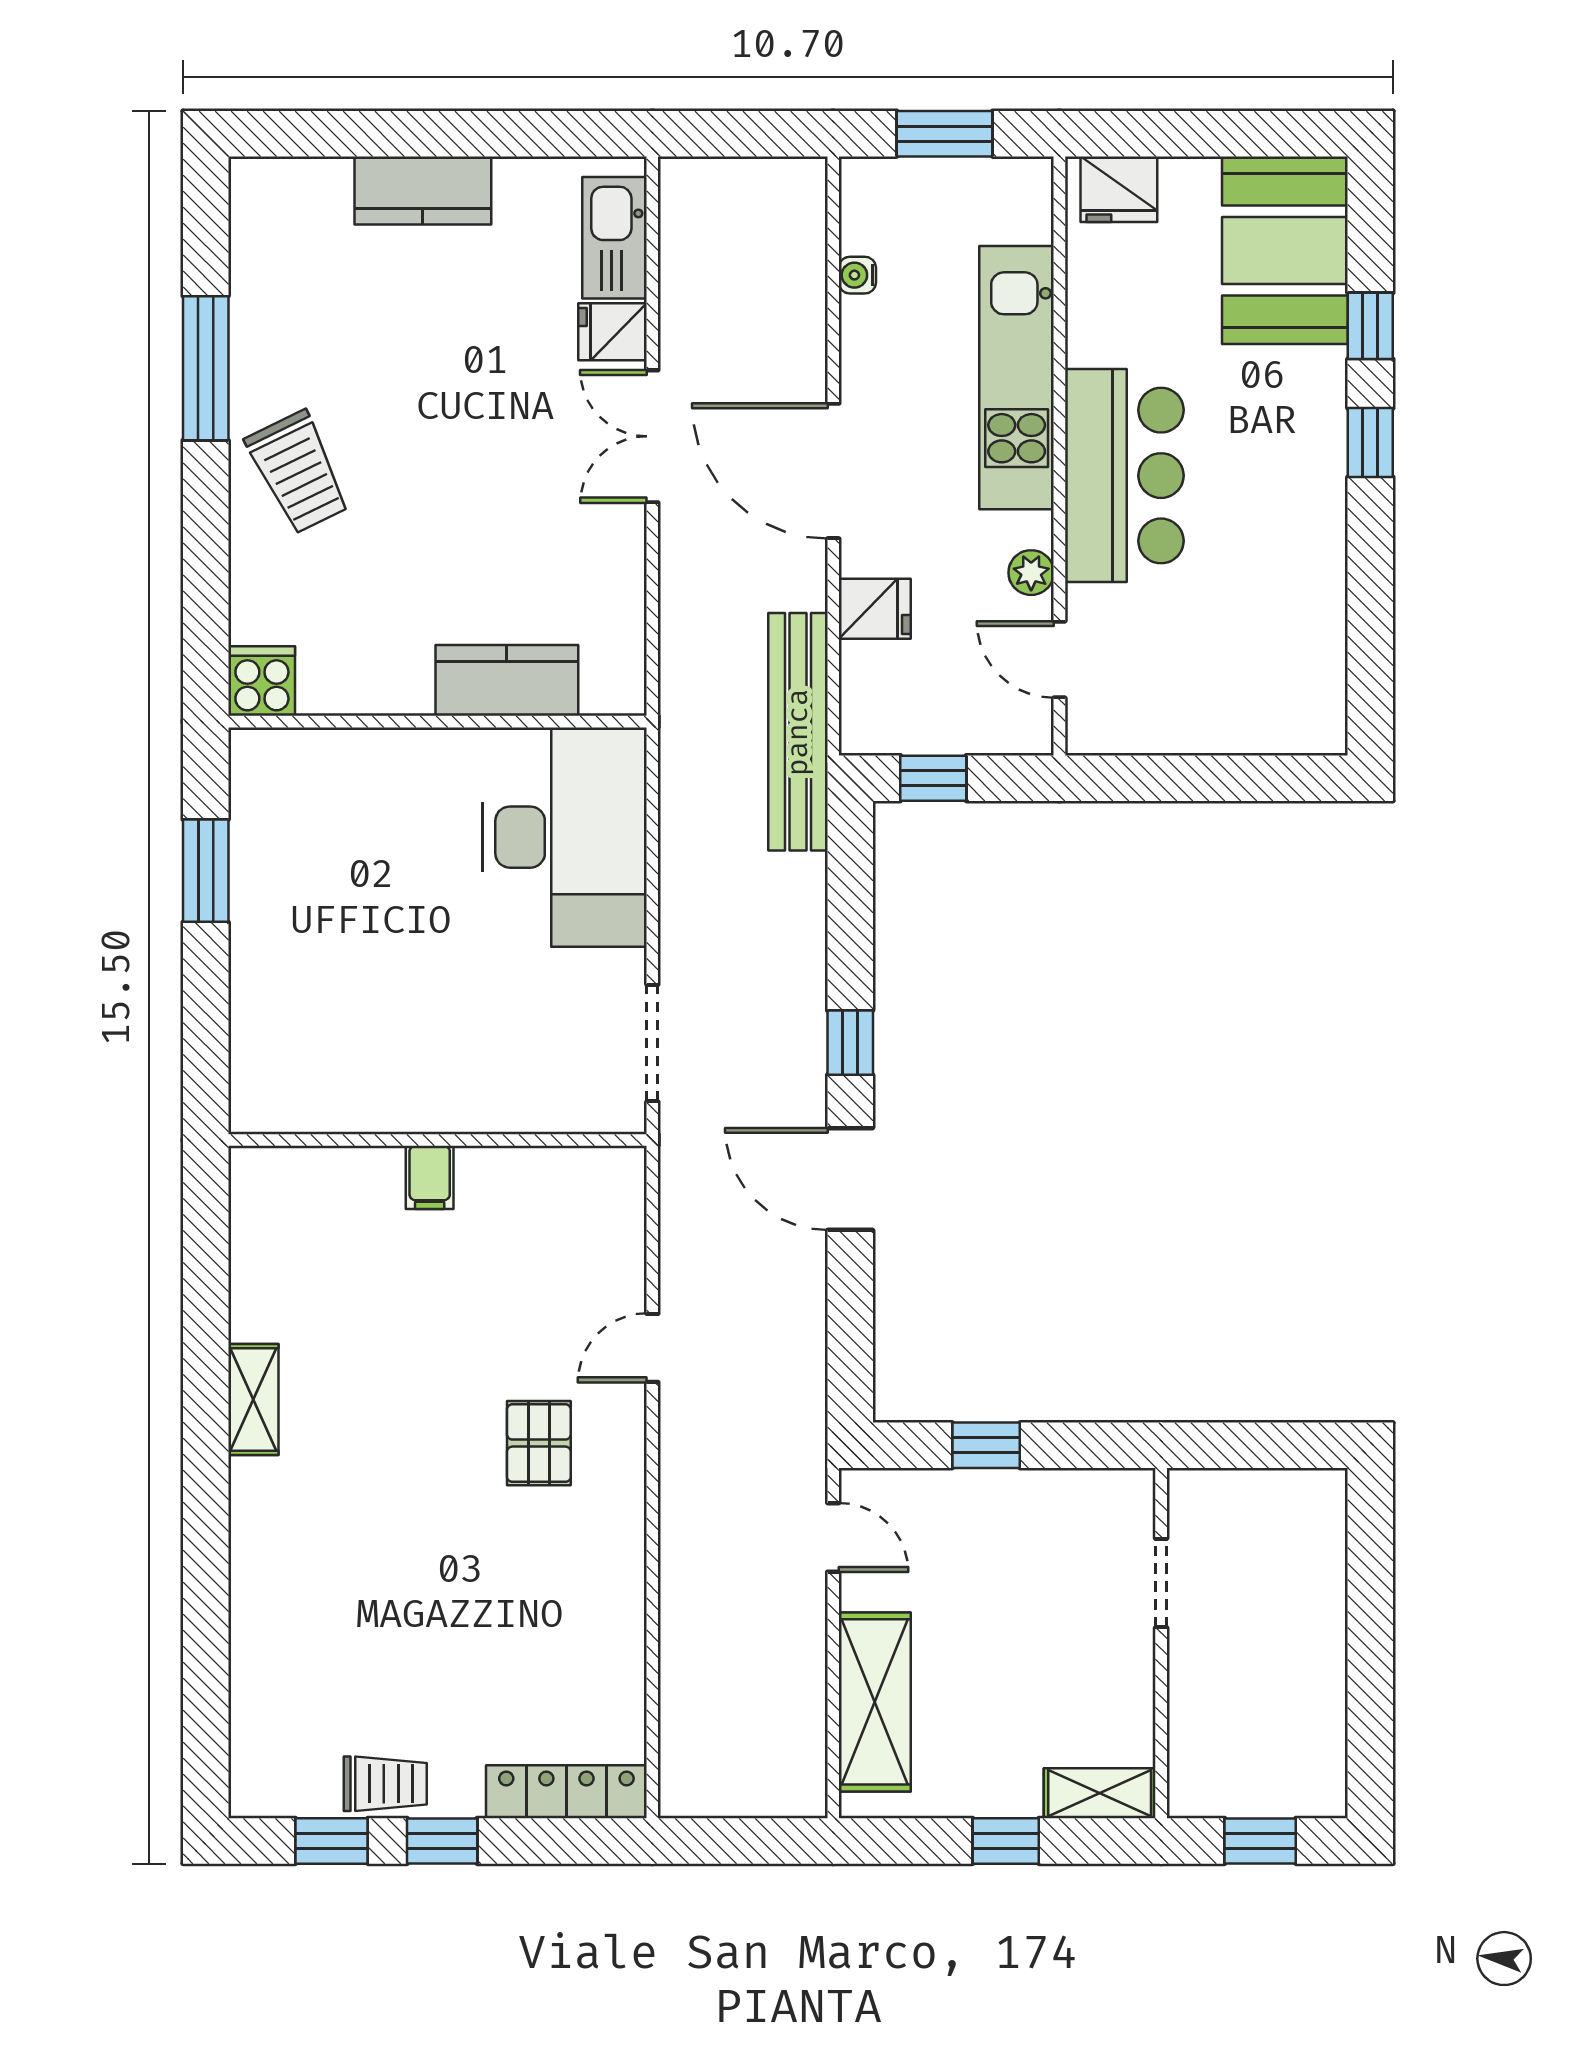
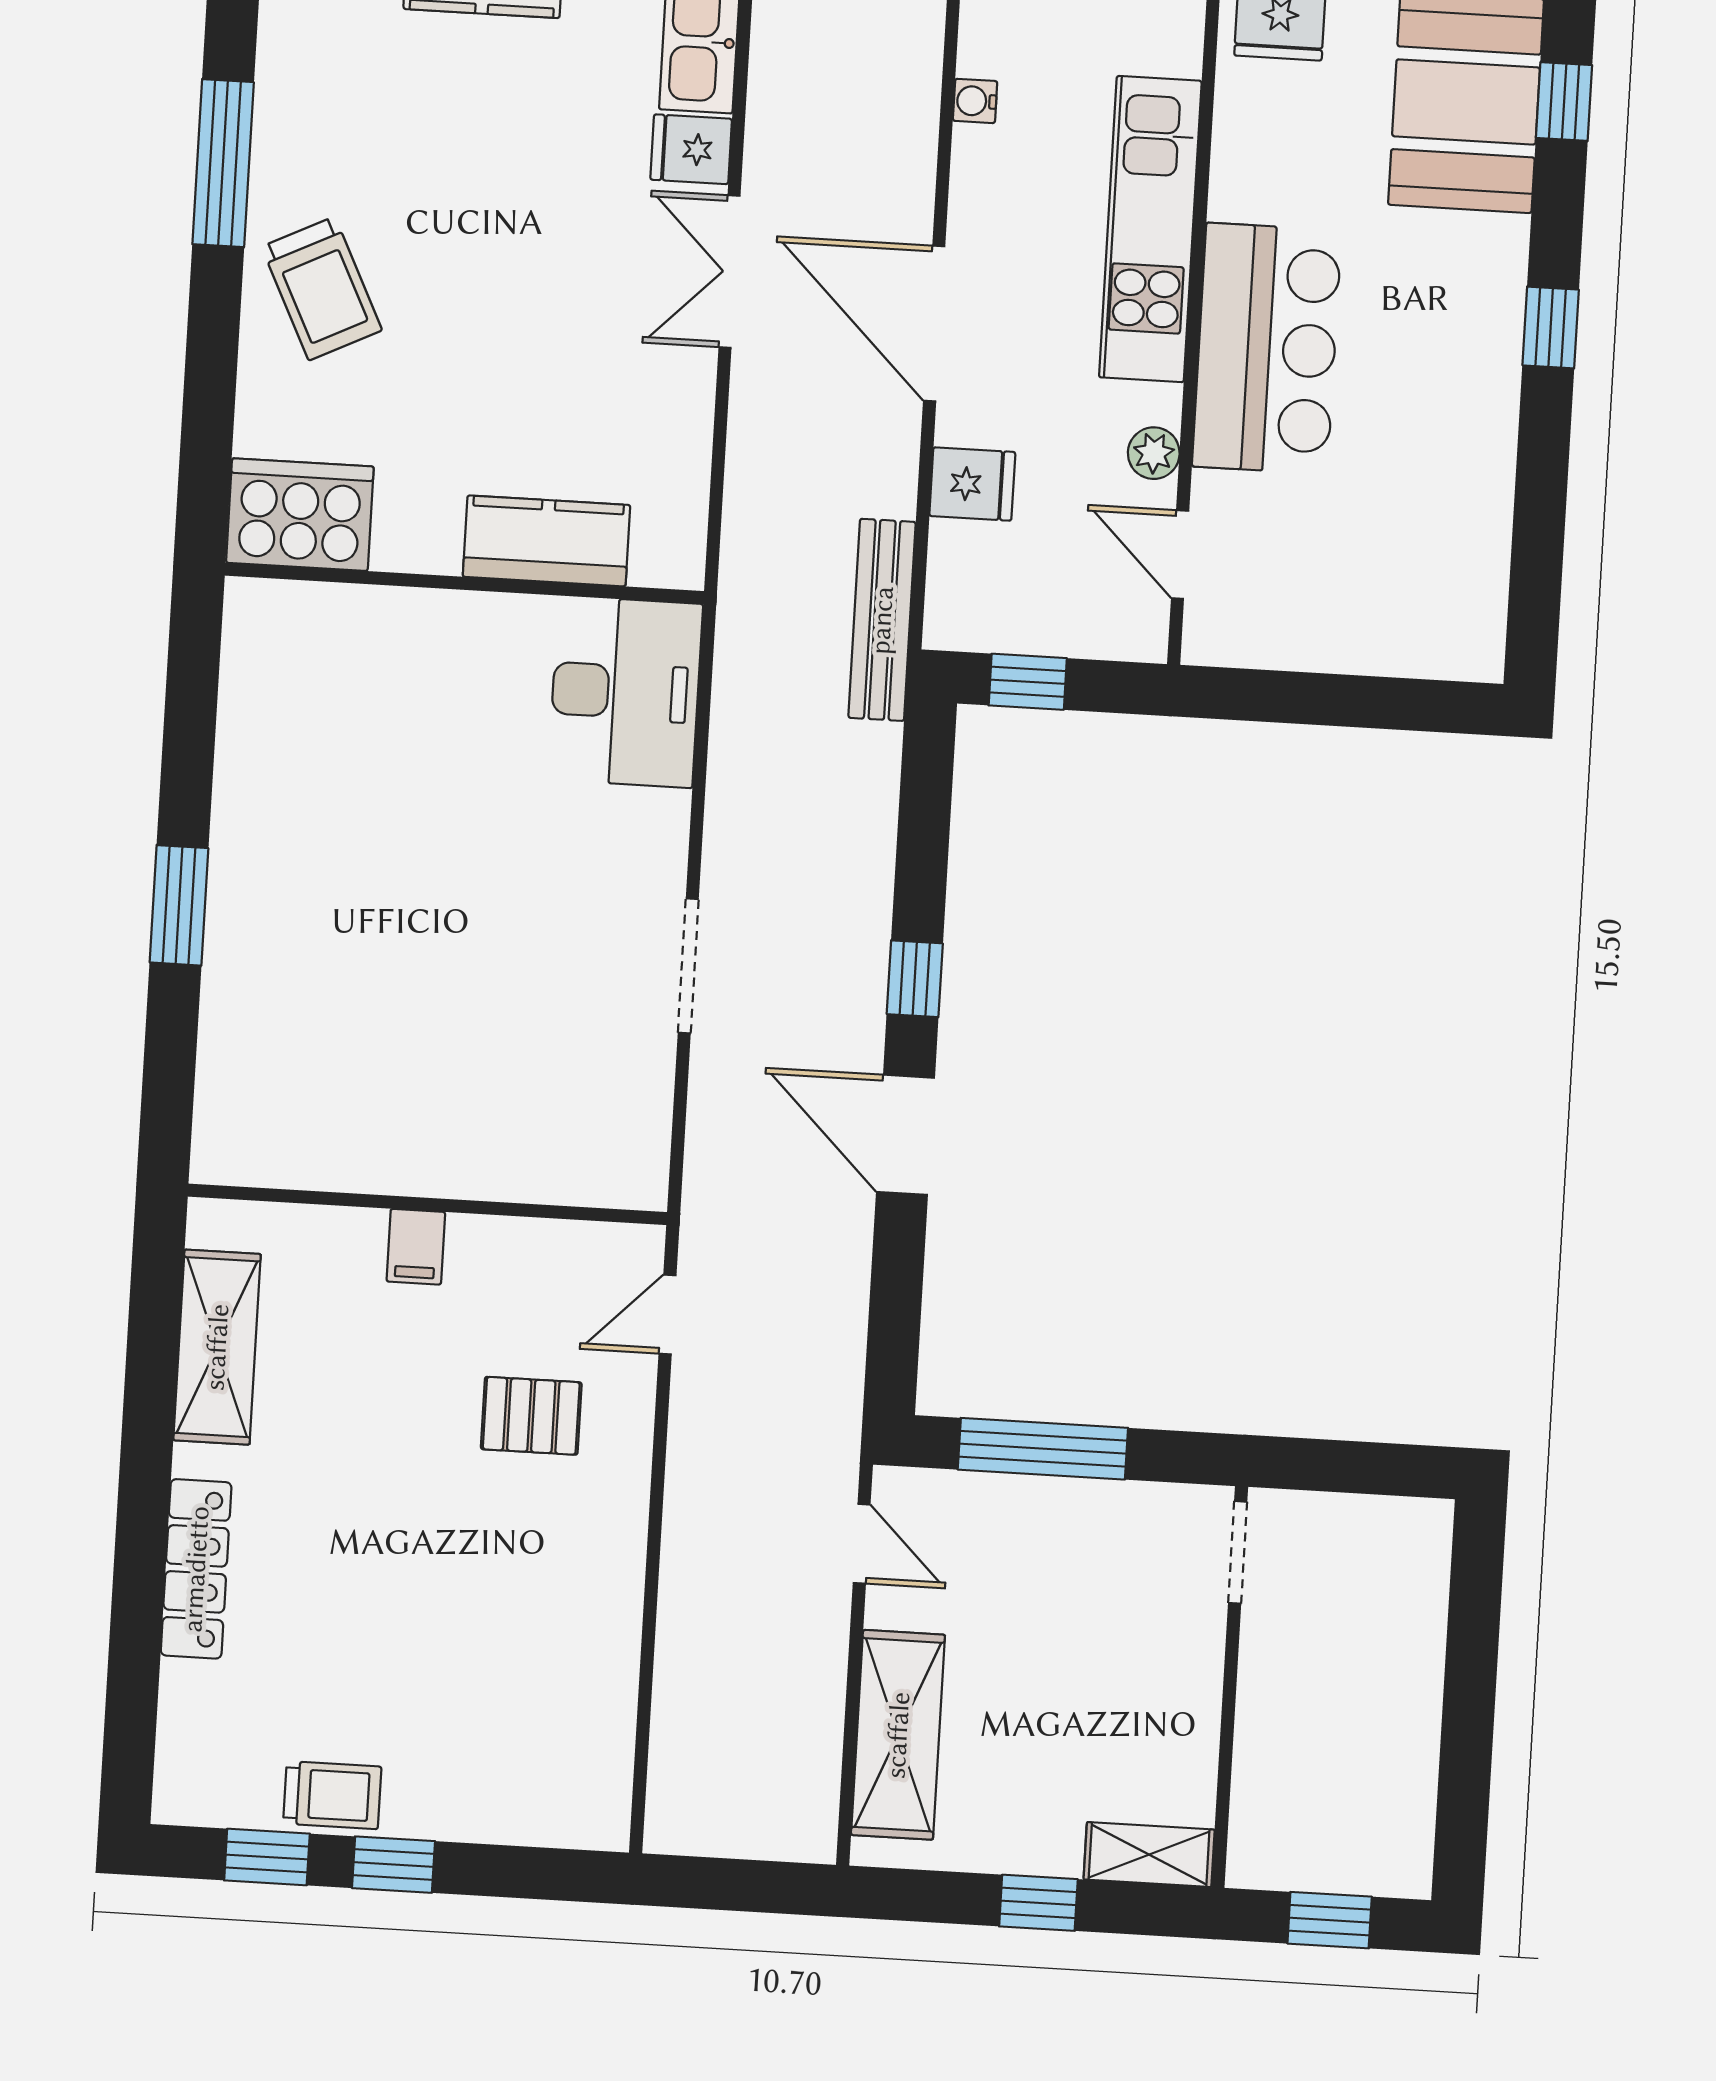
window: (1370, 326) -> (1564, 101), moved
cooker: (262, 681) -> (300, 515), width x1.87, depth x1.31
bench: (798, 732) -> (882, 620), width x0.73, depth x0.82
desk: (564, 837) -> (625, 692), width x0.73, depth x0.77
window: (206, 871) -> (179, 905), moved
wall: (438, 1140) -> (427, 1204), moved
filing cabinet: (430, 1177) -> (416, 1247), moved
shelving: (253, 1400) -> (217, 1347), width x1.50, depth x1.33
pallet: (539, 1443) -> (531, 1416), turned 90
window: (986, 1445) -> (1043, 1449), width x2.17
doorway: (1161, 1583) -> (1238, 1552), moved
locker: (566, 1792) -> (196, 1569), moved, turned 90

